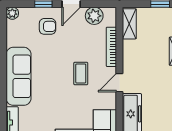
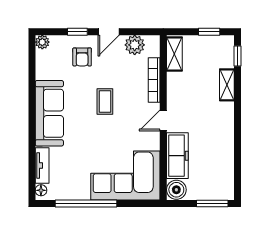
armchair: (48, 26) -> (82, 57), turned 90
coffee table: (81, 73) -> (105, 102), moved

